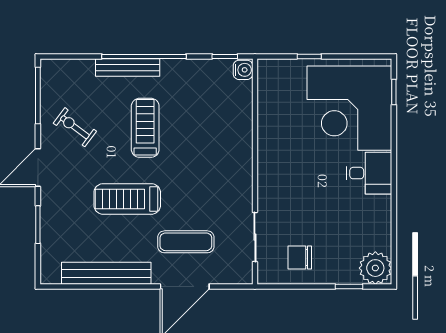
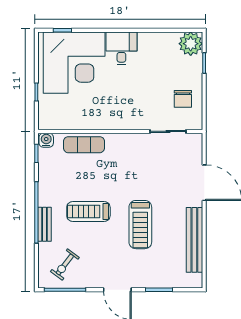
bench: (128, 68) -> (45, 224), width x0.73
exercise bike: (75, 127) -> (65, 265), moved
exercise mat: (186, 242) -> (84, 145), moved, turned 90

